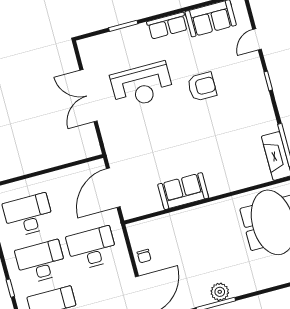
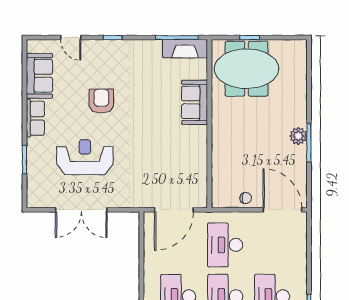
reception desk: (142, 85) -> (85, 157), turned -90
door: (113, 188) -> (174, 210), hinge flipped
sofa: (183, 191) -> (195, 102), moved

